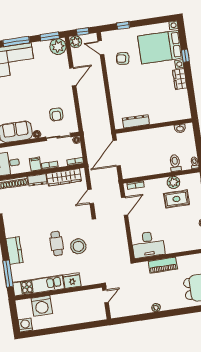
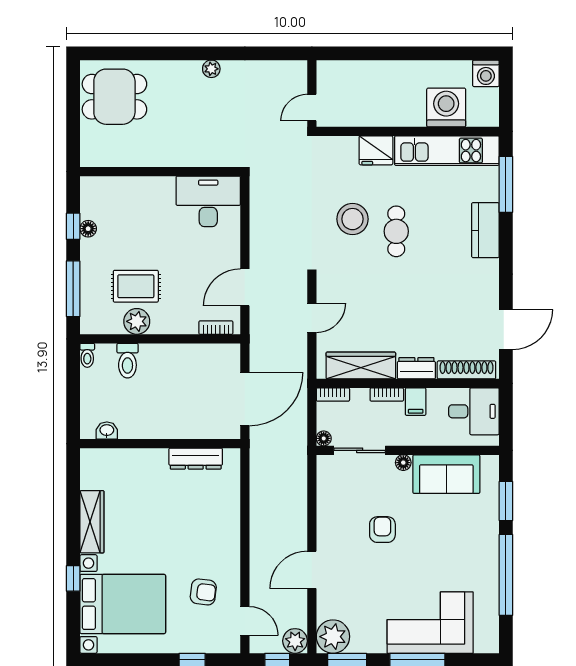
wardrobe: (180, 79) -> (92, 522), width x1.50
armchair: (56, 114) -> (382, 530), moved
piano: (163, 265) -> (184, 154), removed

